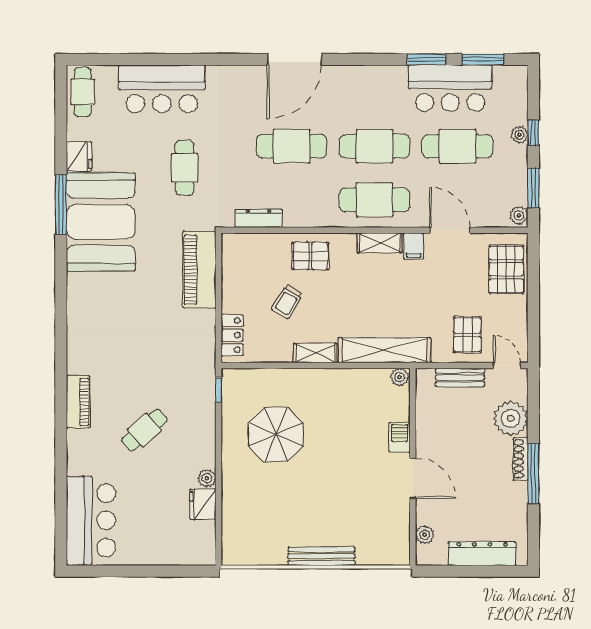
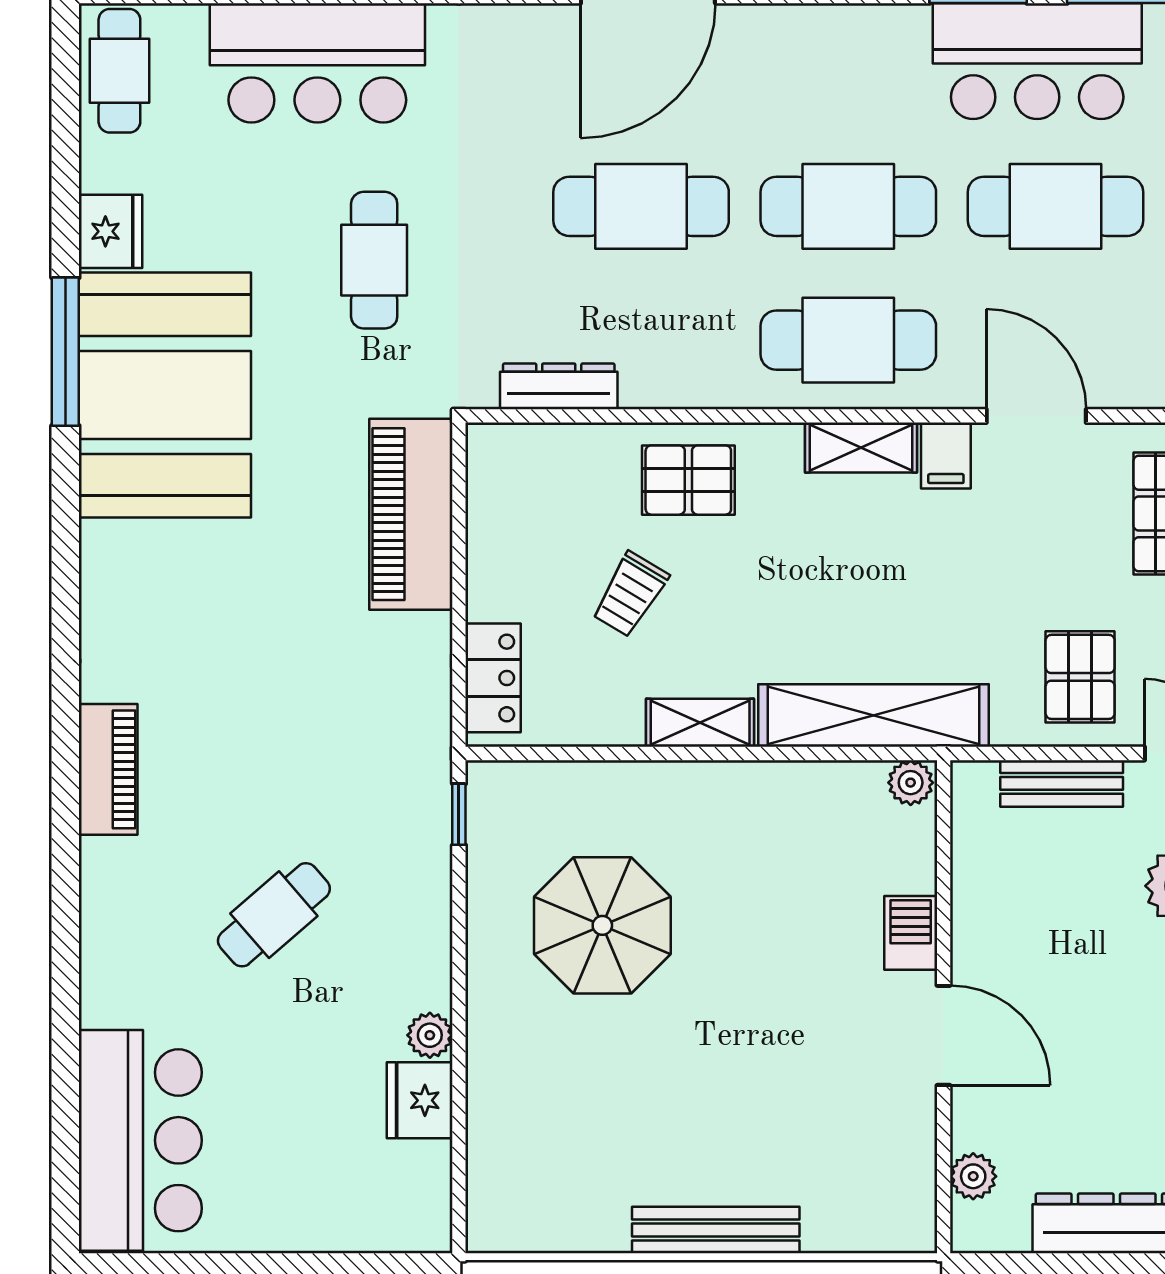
piano: (78, 402) -> (108, 769), moved

